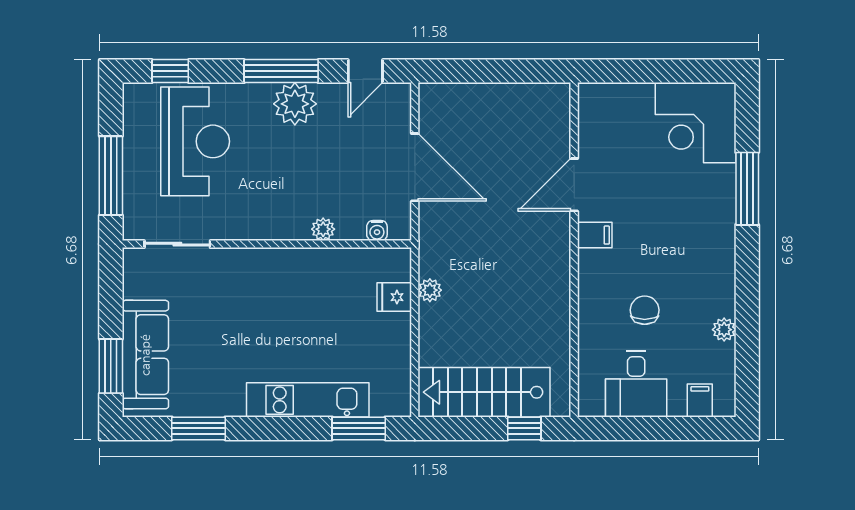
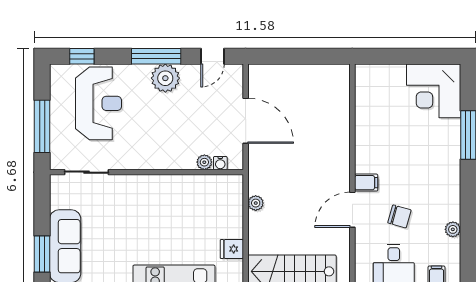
door: (574, 185) -> (352, 210), moved
plant: (323, 229) -> (204, 162), moved
filing cabinet: (595, 235) -> (366, 183), moved
fridge: (394, 297) -> (232, 249), moved
chair: (645, 310) -> (400, 216), turned 106

